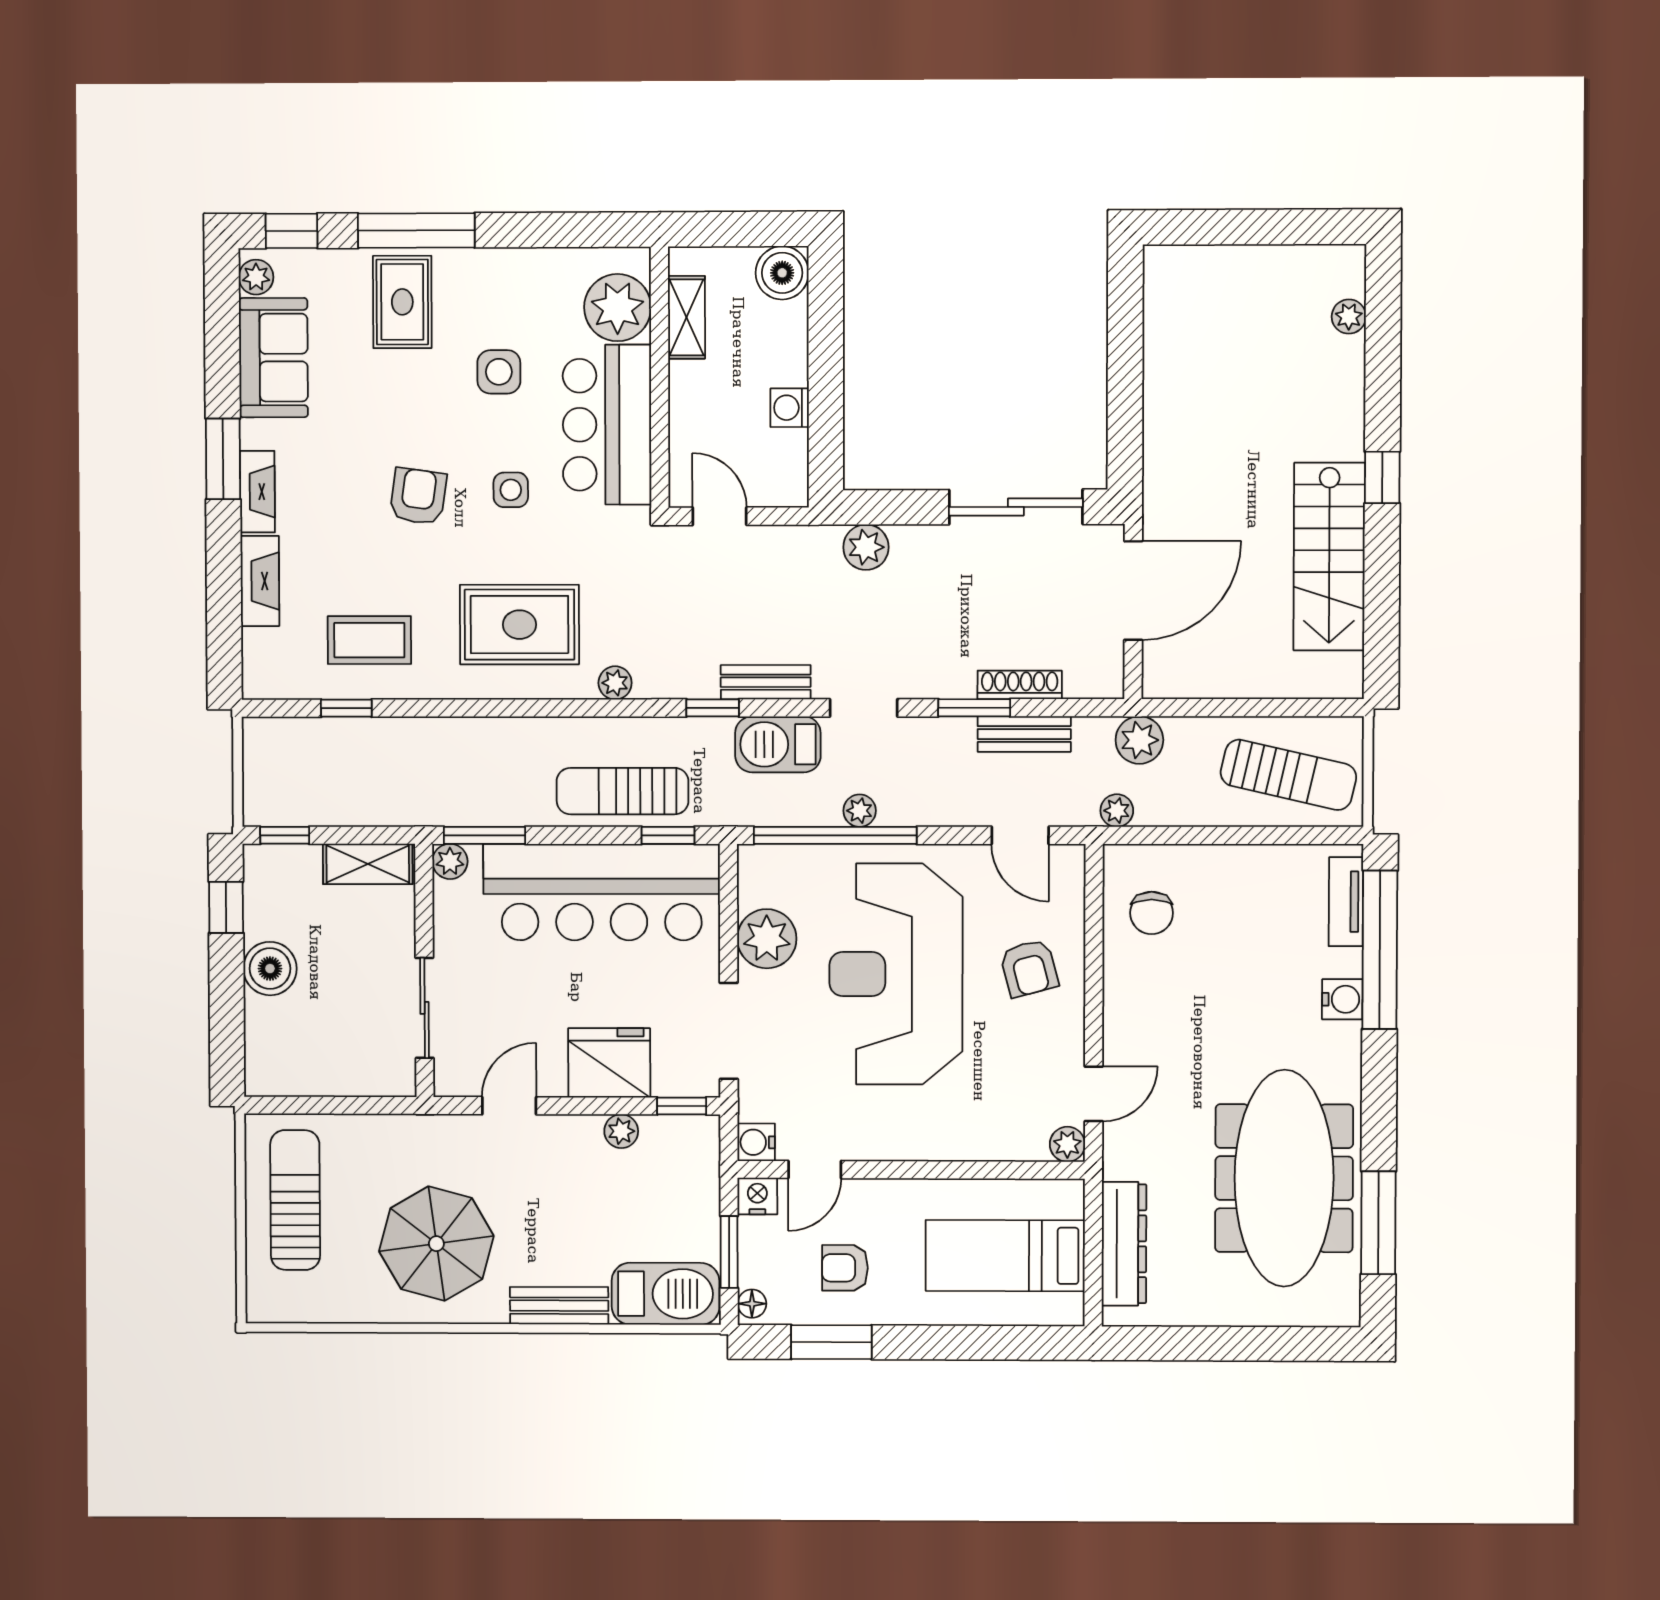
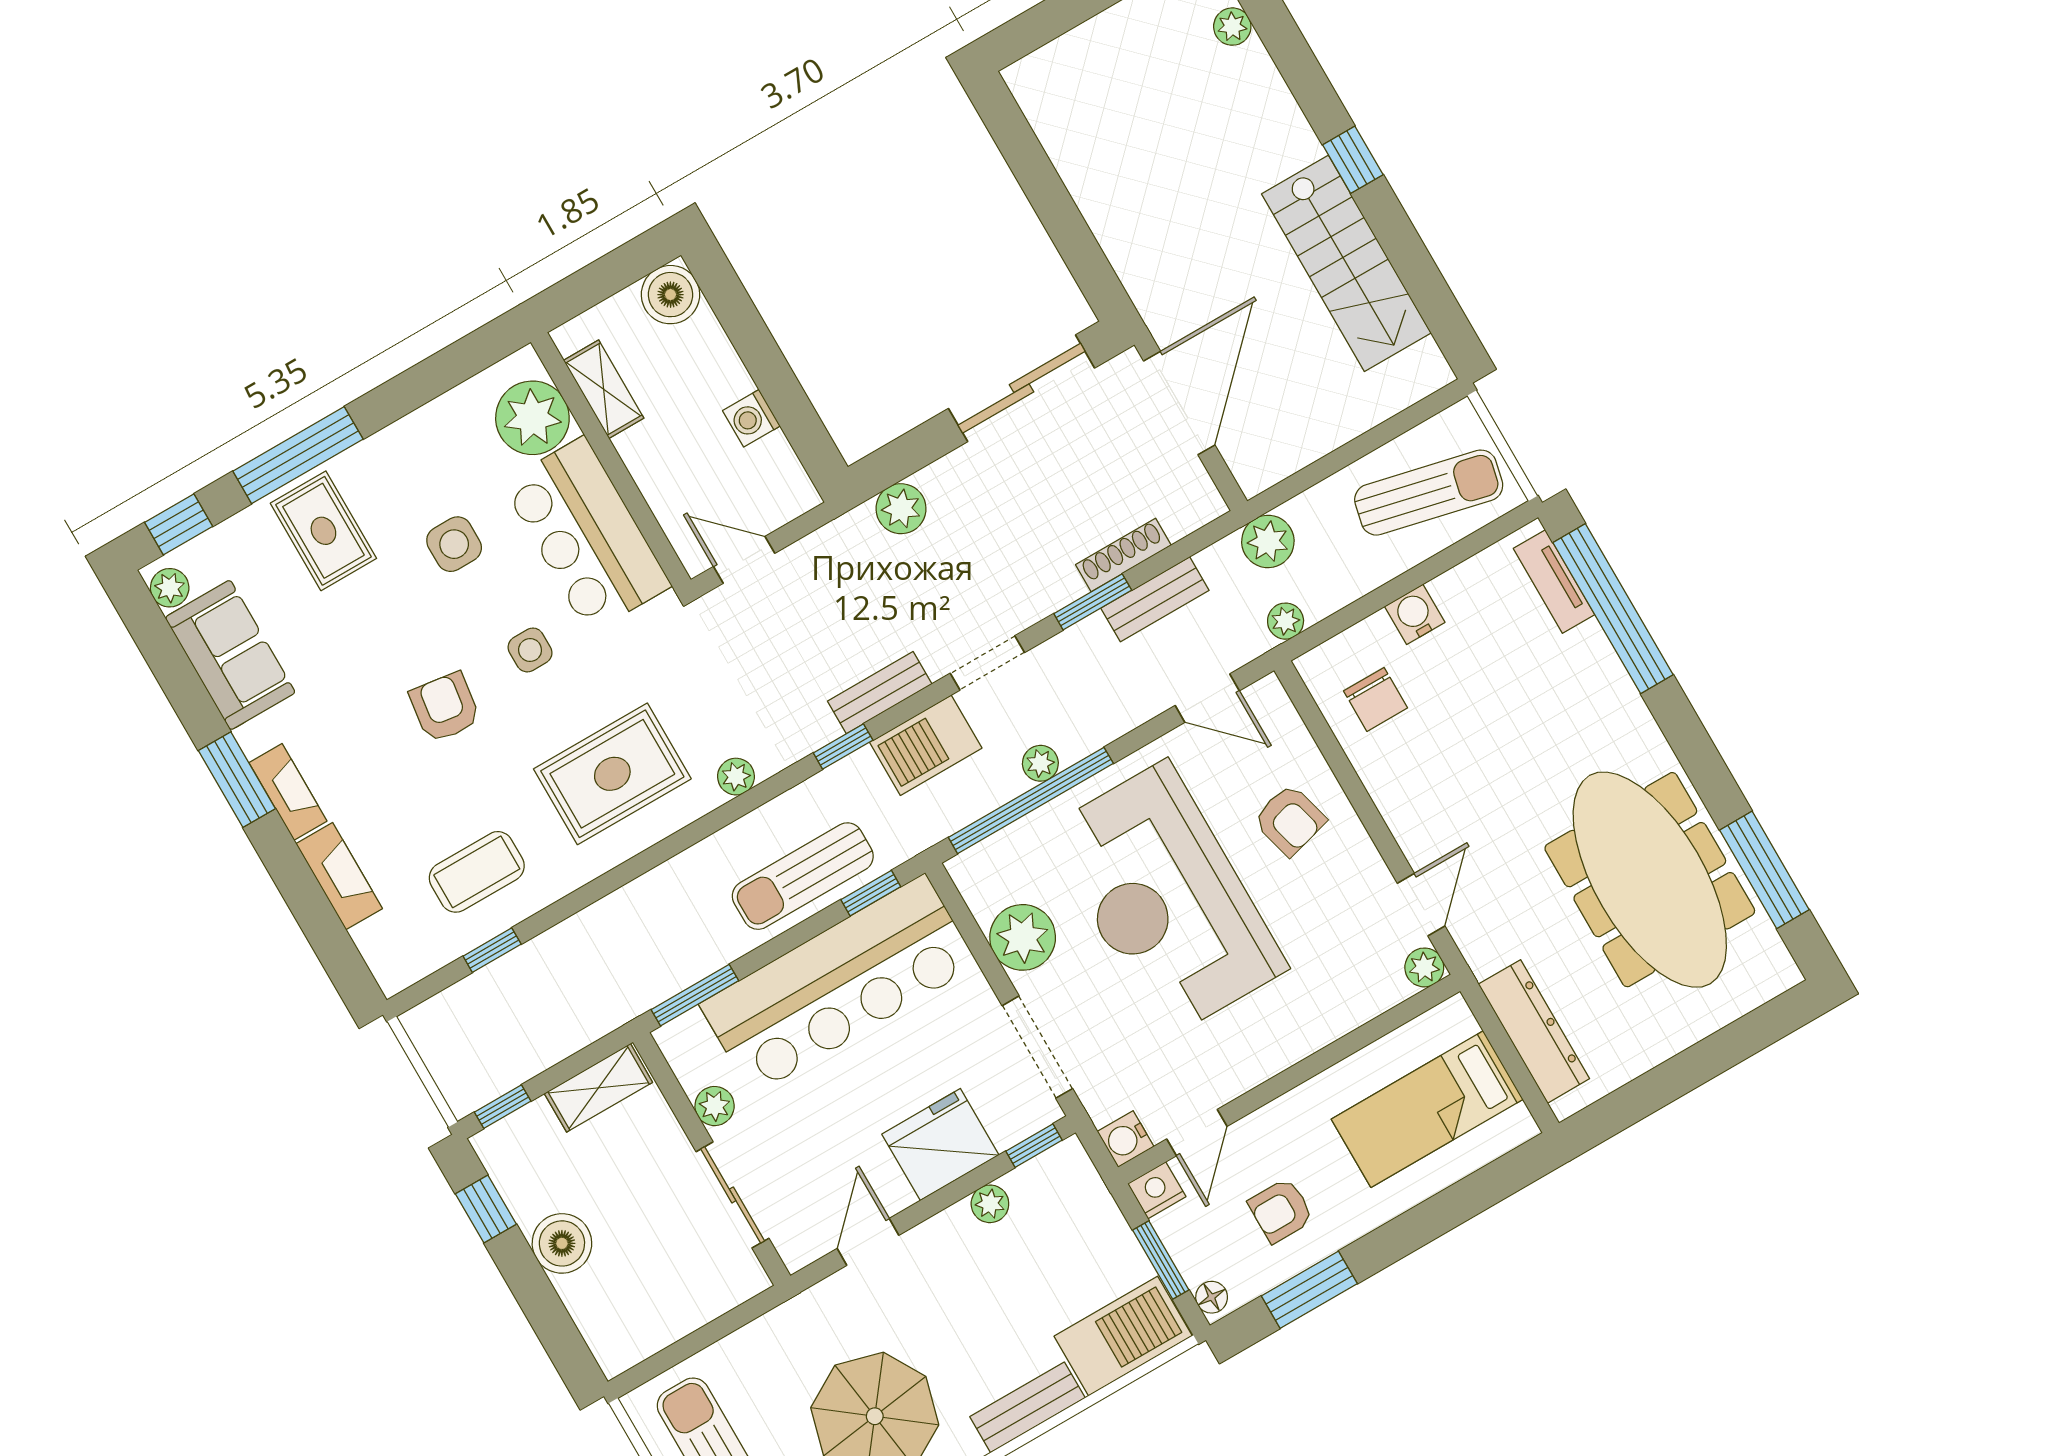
plant: (450, 861) -> (715, 1106), moved
water cooler: (1342, 999) -> (1415, 614), moved, turned -90

